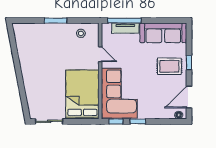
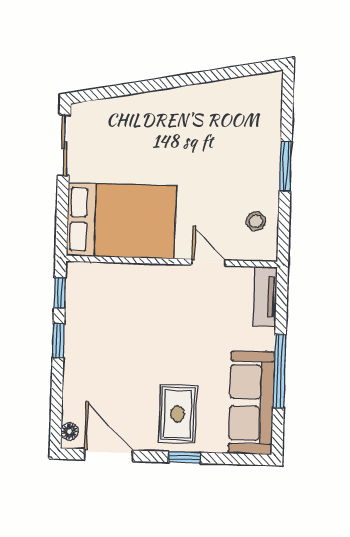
window: (124, 21) -> (280, 371), moved
tv unit: (125, 28) -> (265, 297), moved
door: (100, 54) -> (209, 262), swing flipped
corner sofa: (119, 93) -> (122, 302), removed

